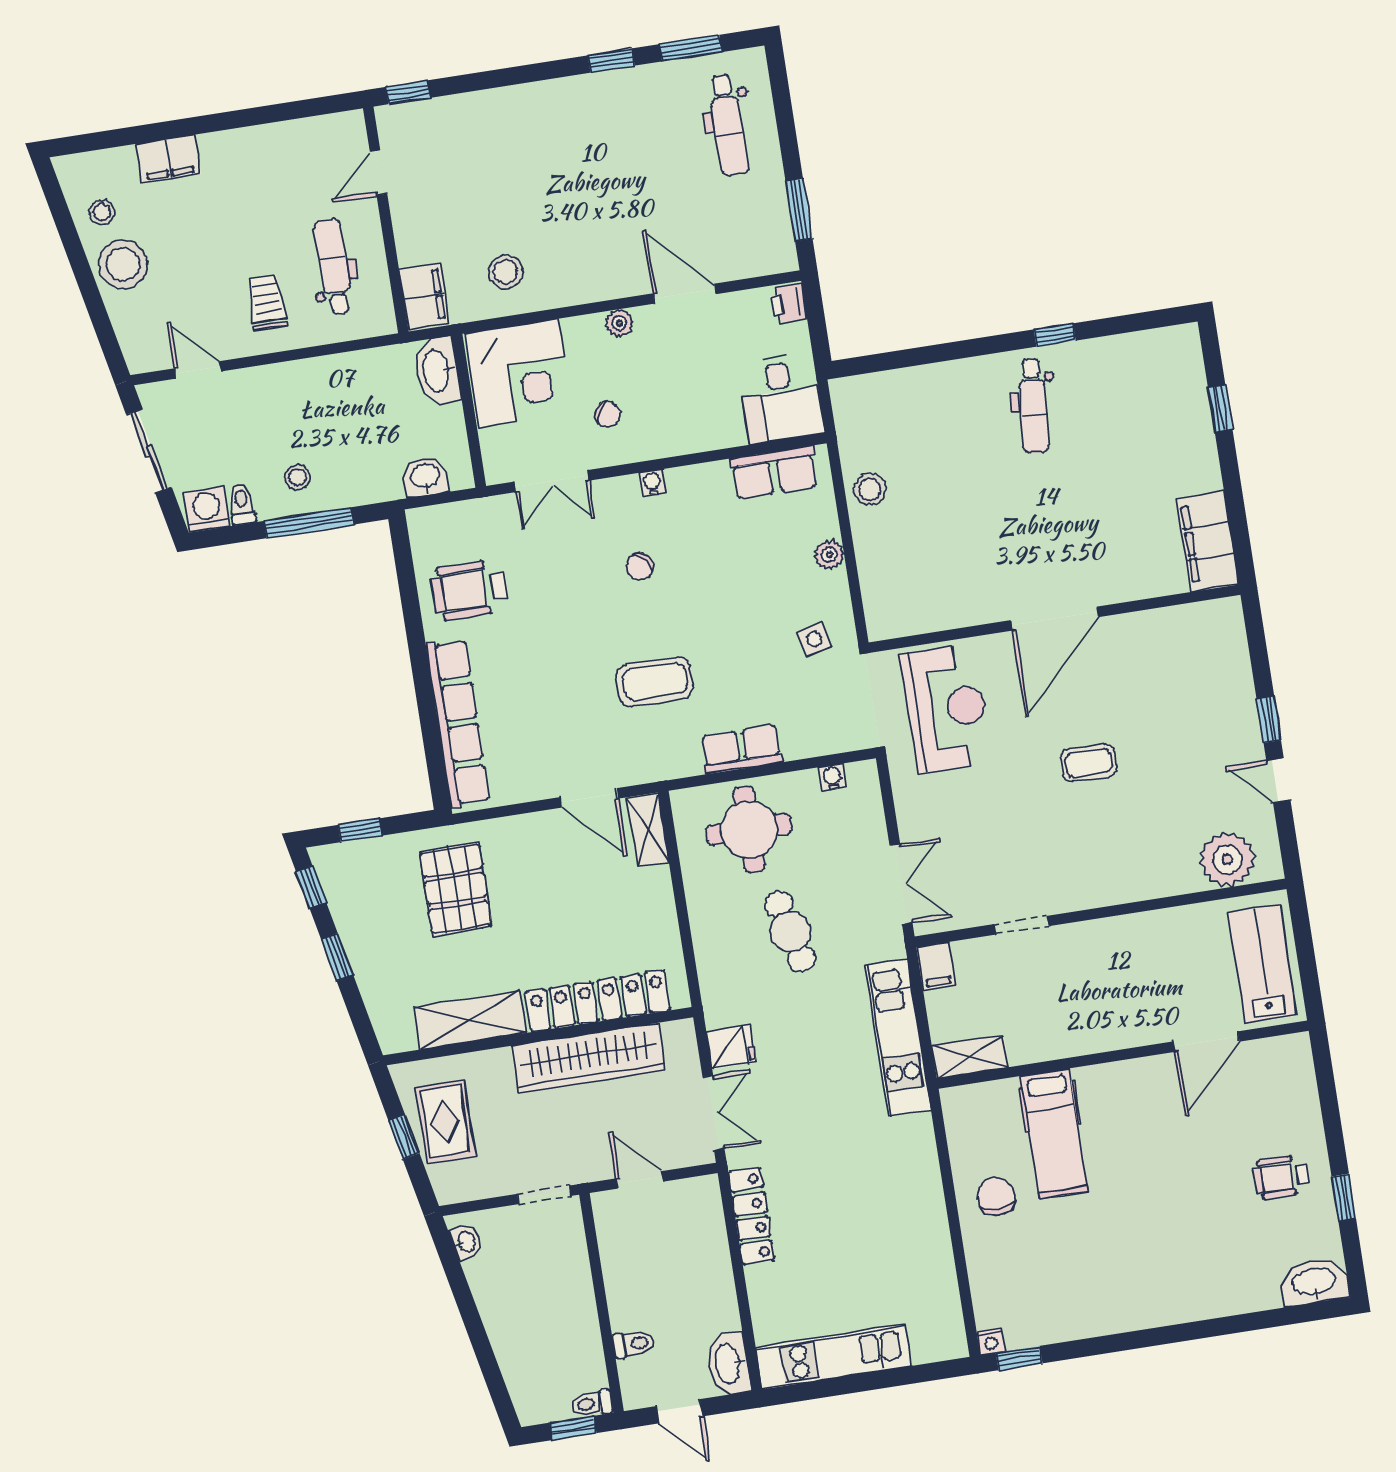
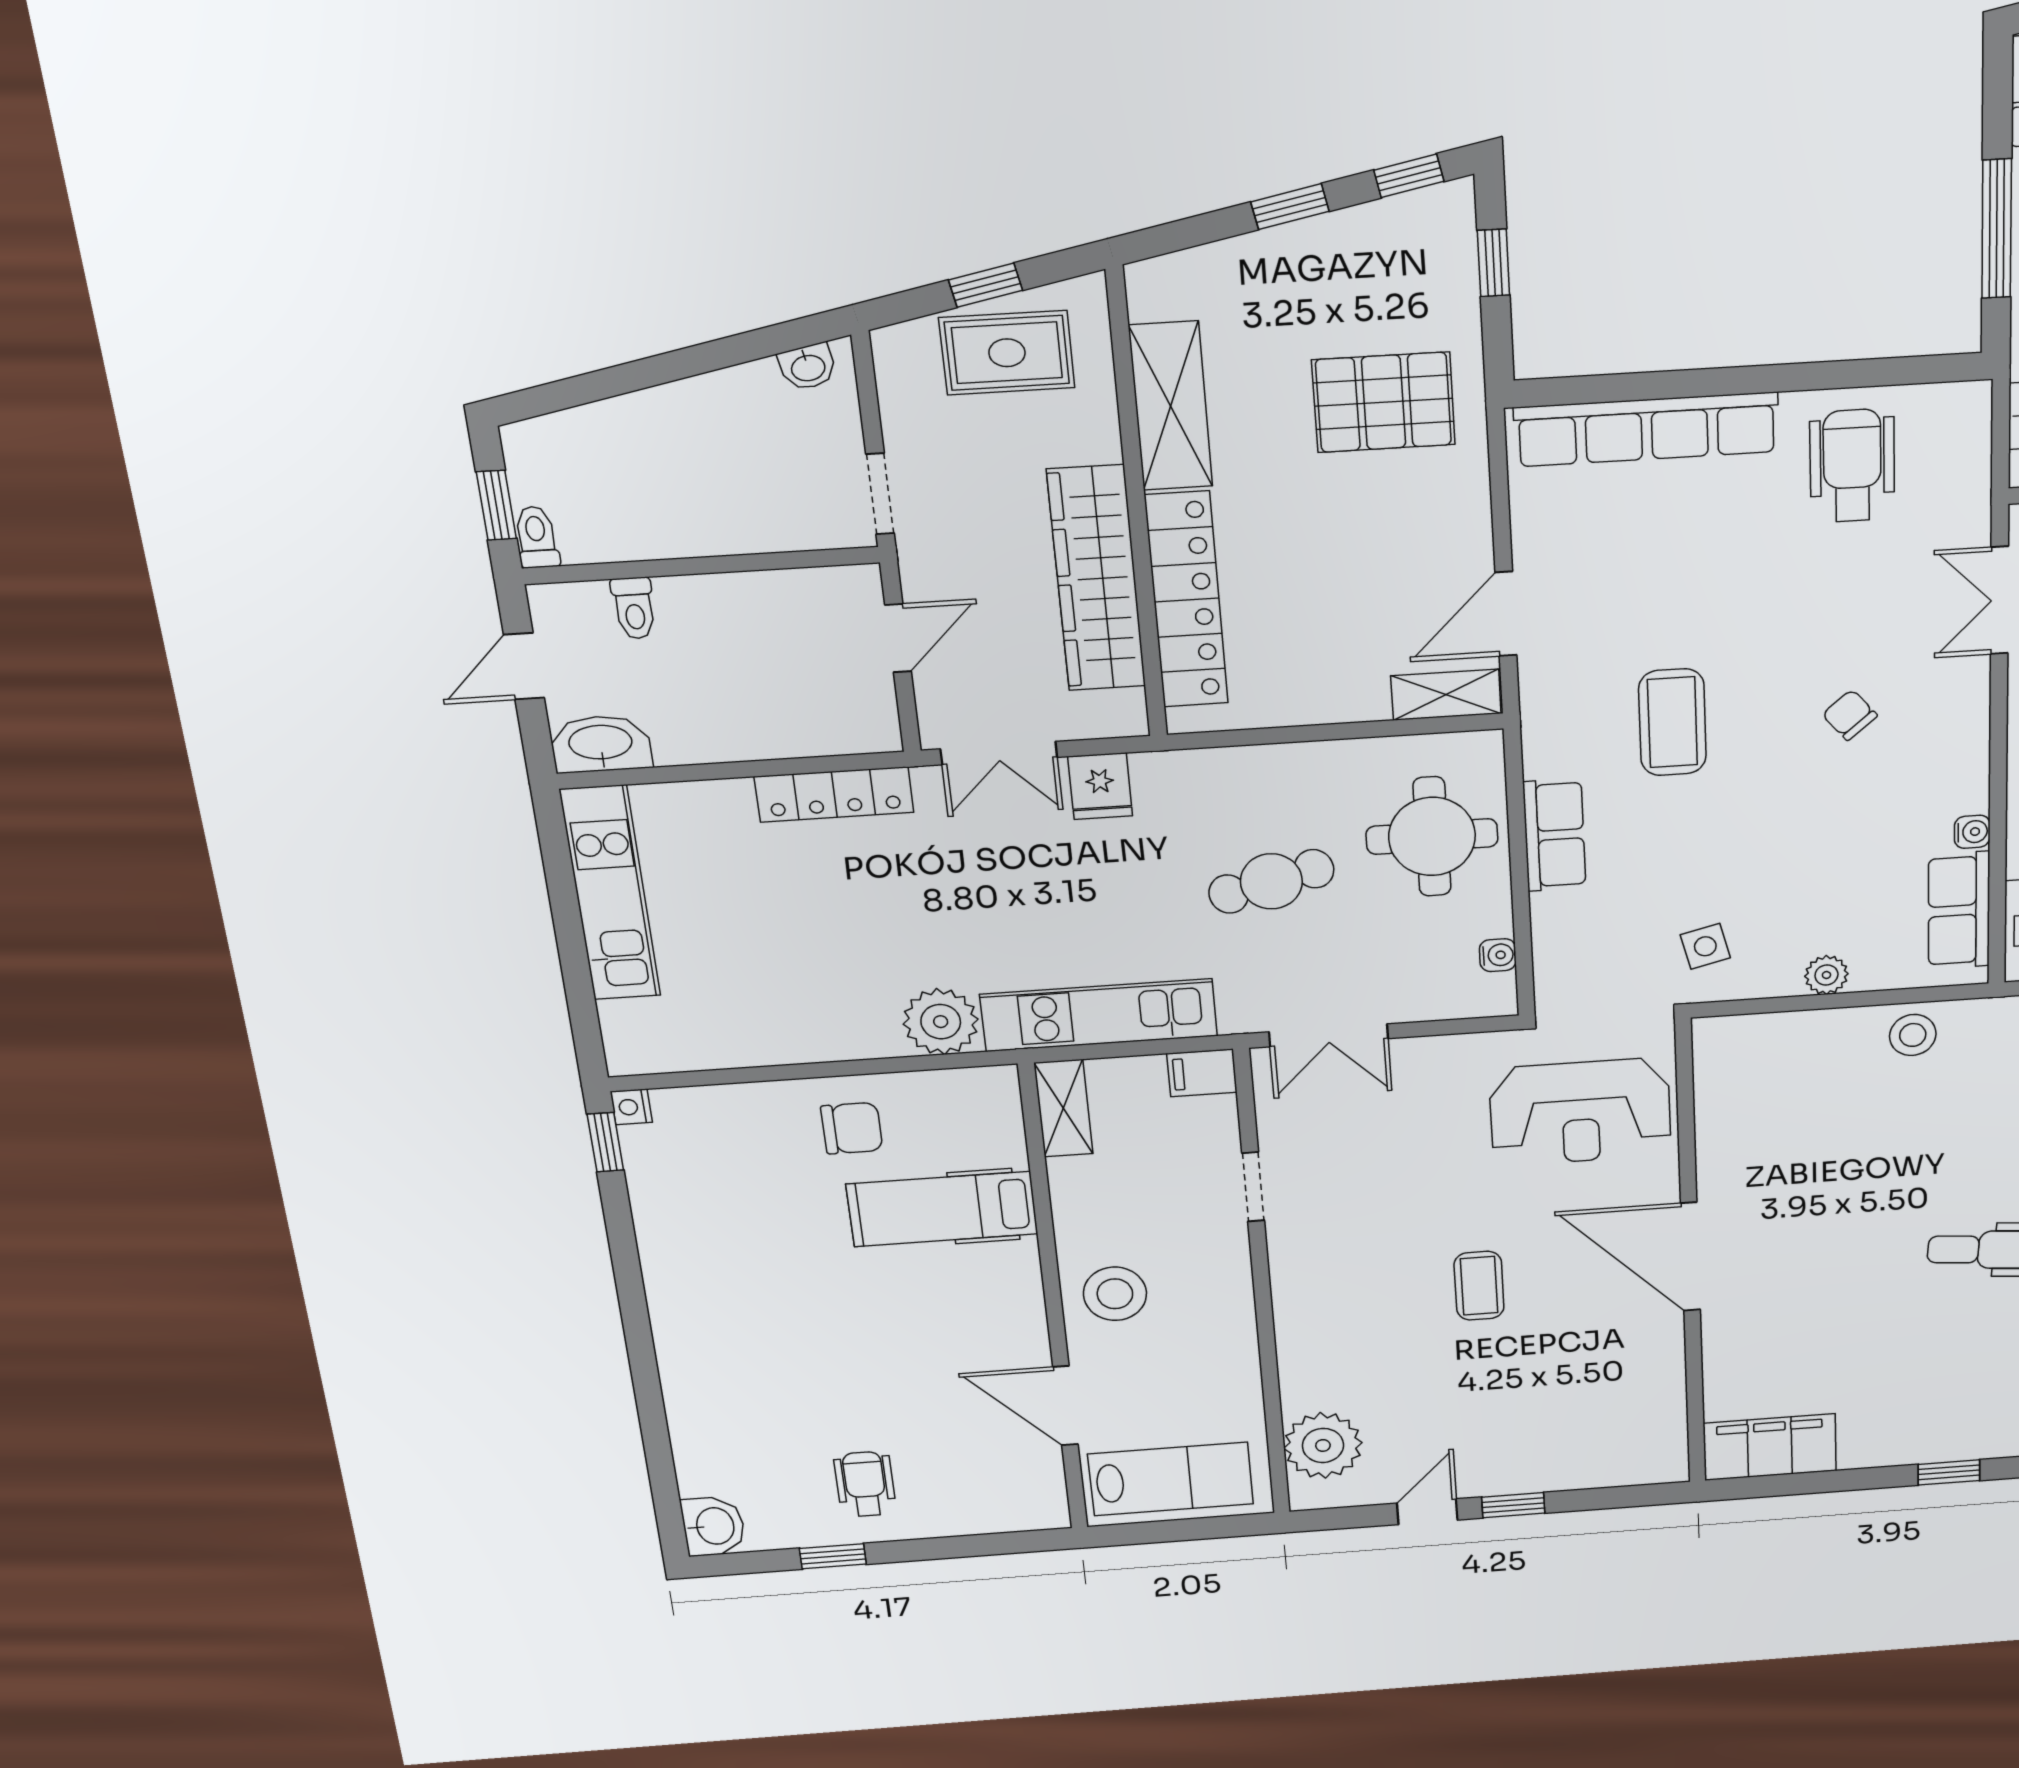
water cooler: (652, 483) -> (1972, 832), moved
stool: (1113, 1013) -> (1115, 1294), added
plant: (911, 1141) -> (941, 1022), added
washbasin: (1314, 1282) -> (714, 1526), width x0.72

